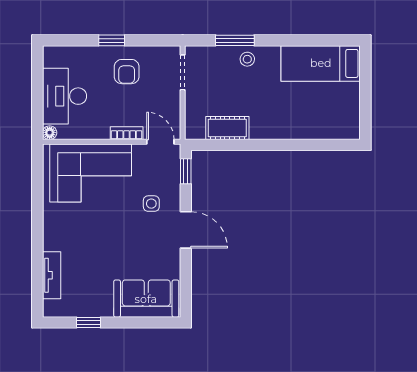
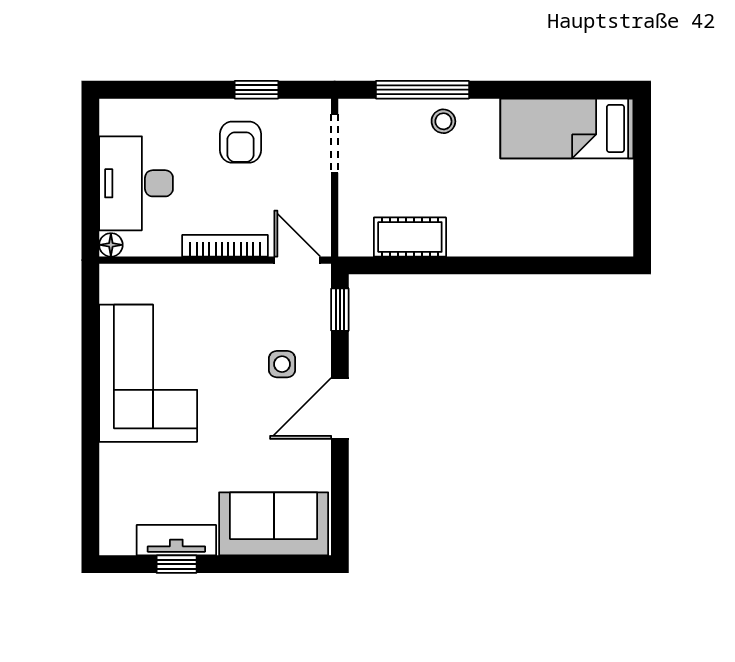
window: (112, 40) -> (256, 90), moved
window: (235, 40) -> (422, 90), width x1.44
bookcase: (127, 133) -> (225, 246), width x1.56
corner sofa: (91, 173) -> (148, 373), moved, turned -90
door: (186, 230) -> (340, 408), swing flipped
tv unit: (52, 275) -> (176, 540), moved, turned -90

